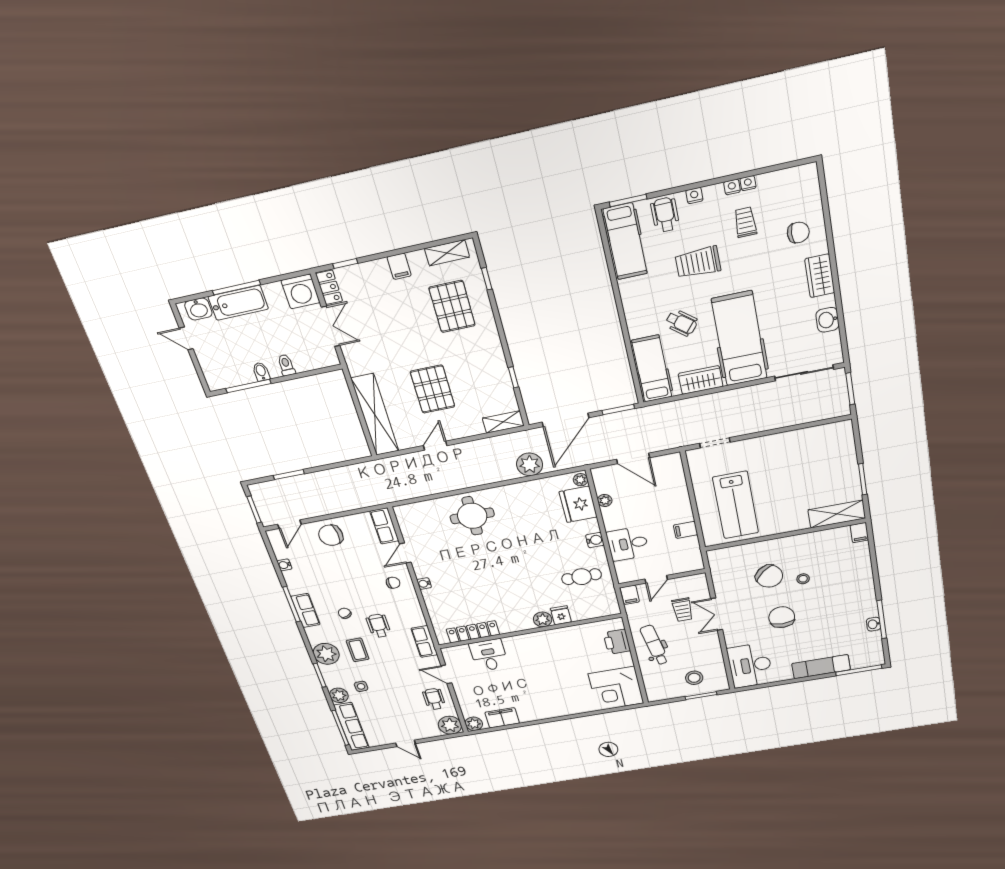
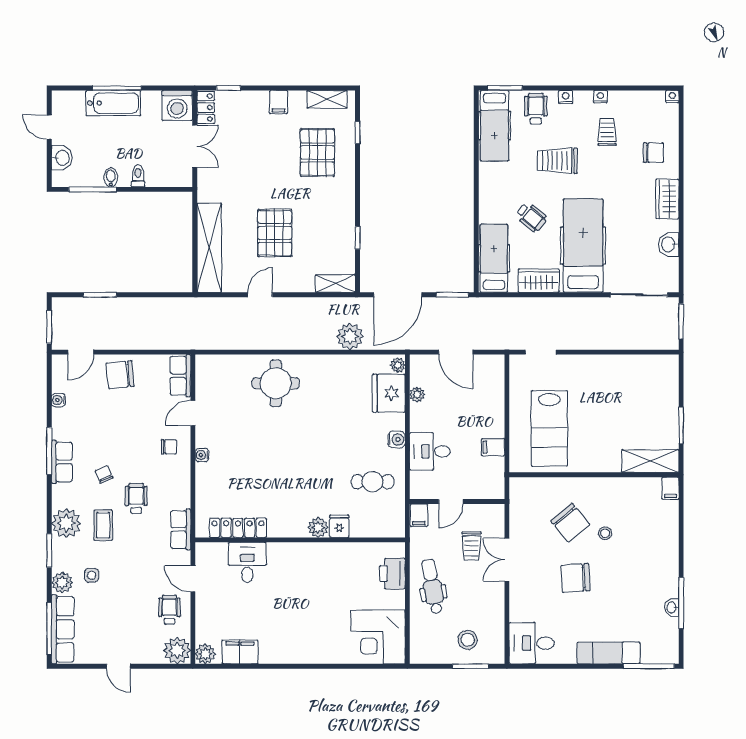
nightstand: (748, 183) -> (672, 96), moved
washbasin: (198, 309) -> (62, 158), moved, turned -90
chair: (782, 617) -> (576, 578), turned -94
desk: (750, 665) -> (532, 643), width x0.73

